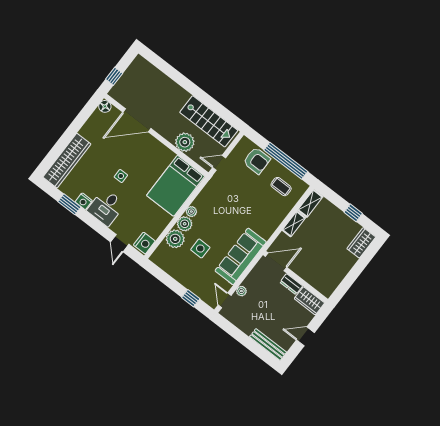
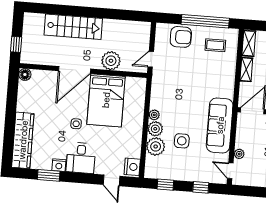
door: (137, 120) -> (75, 70), moved
stairs: (209, 121) -> (73, 27), moved
bed: (176, 186) -> (106, 100), moved
window: (162, 276) -> (165, 185), added

